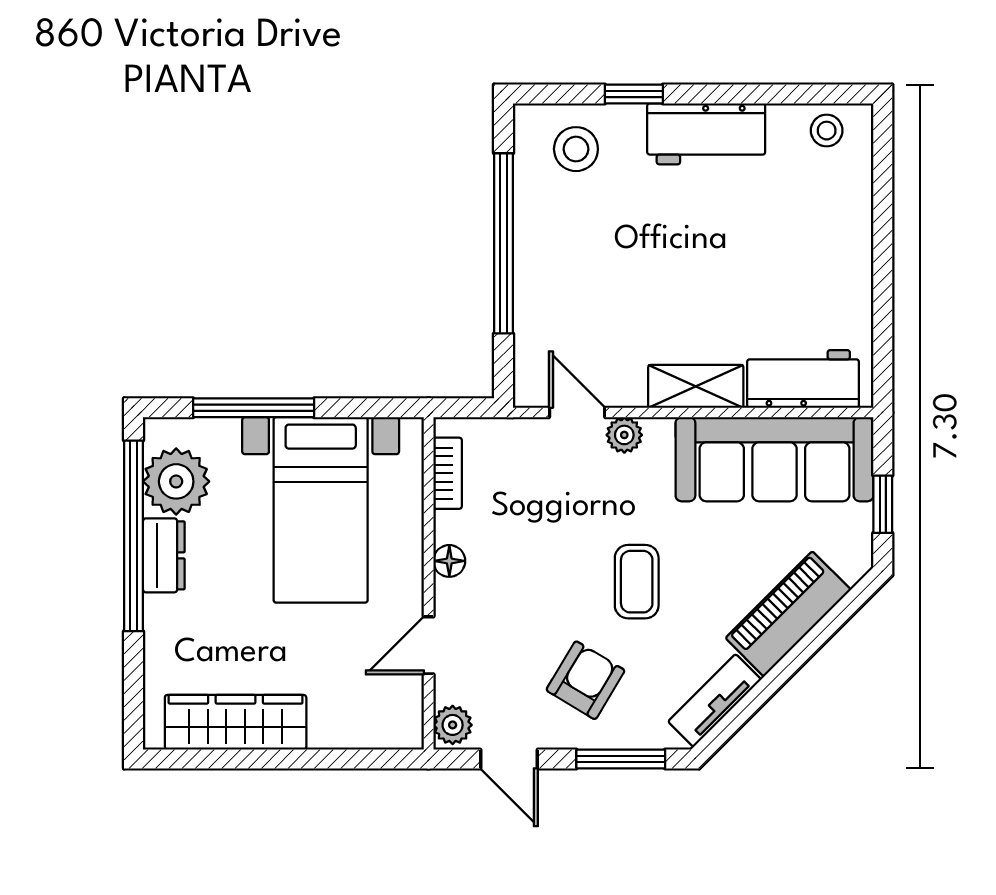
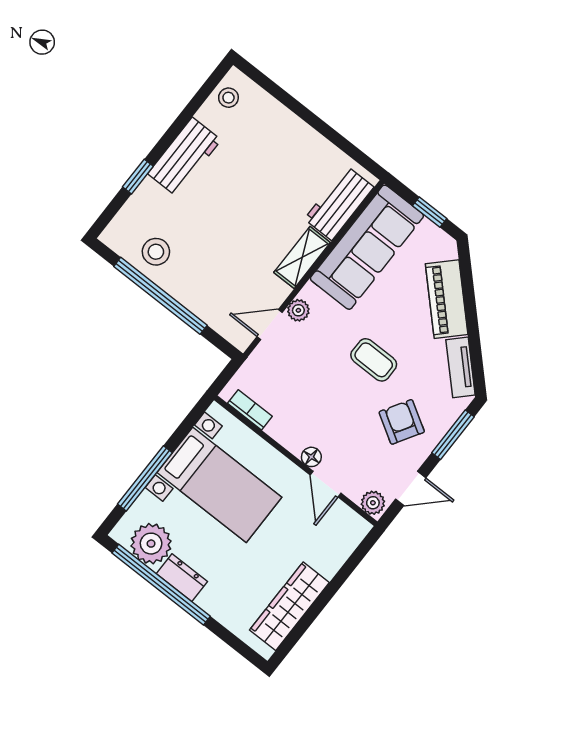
stool: (576, 149) -> (156, 252), moved
floor lamp: (449, 561) -> (311, 457), moved

